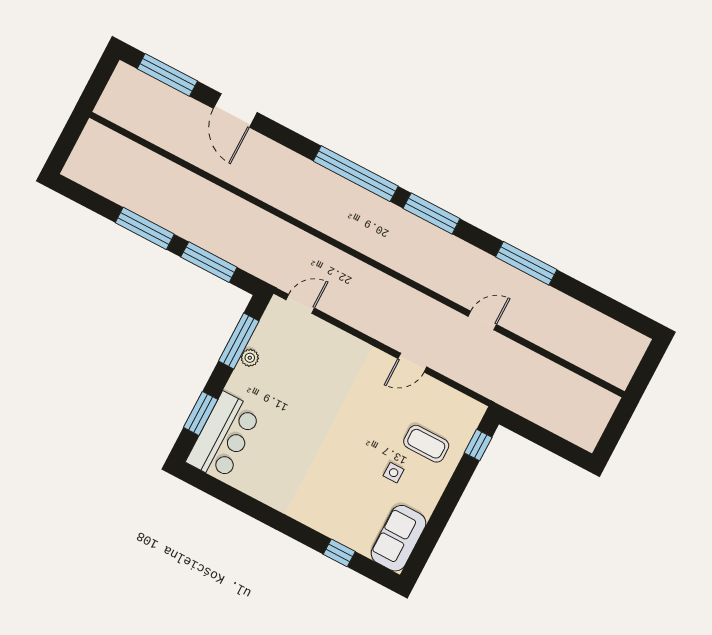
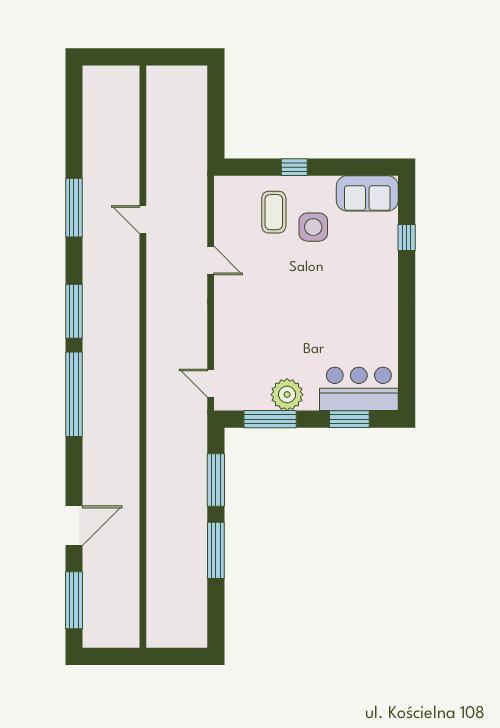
plant: (250, 358) -> (287, 395), width x1.88, depth x1.88
window: (478, 445) -> (294, 167), moved
side table: (394, 473) -> (313, 227), width x1.87, depth x1.87

